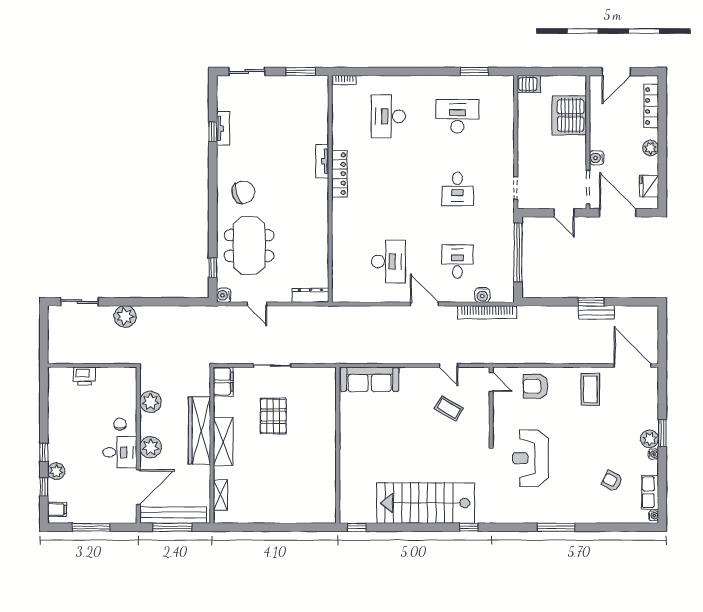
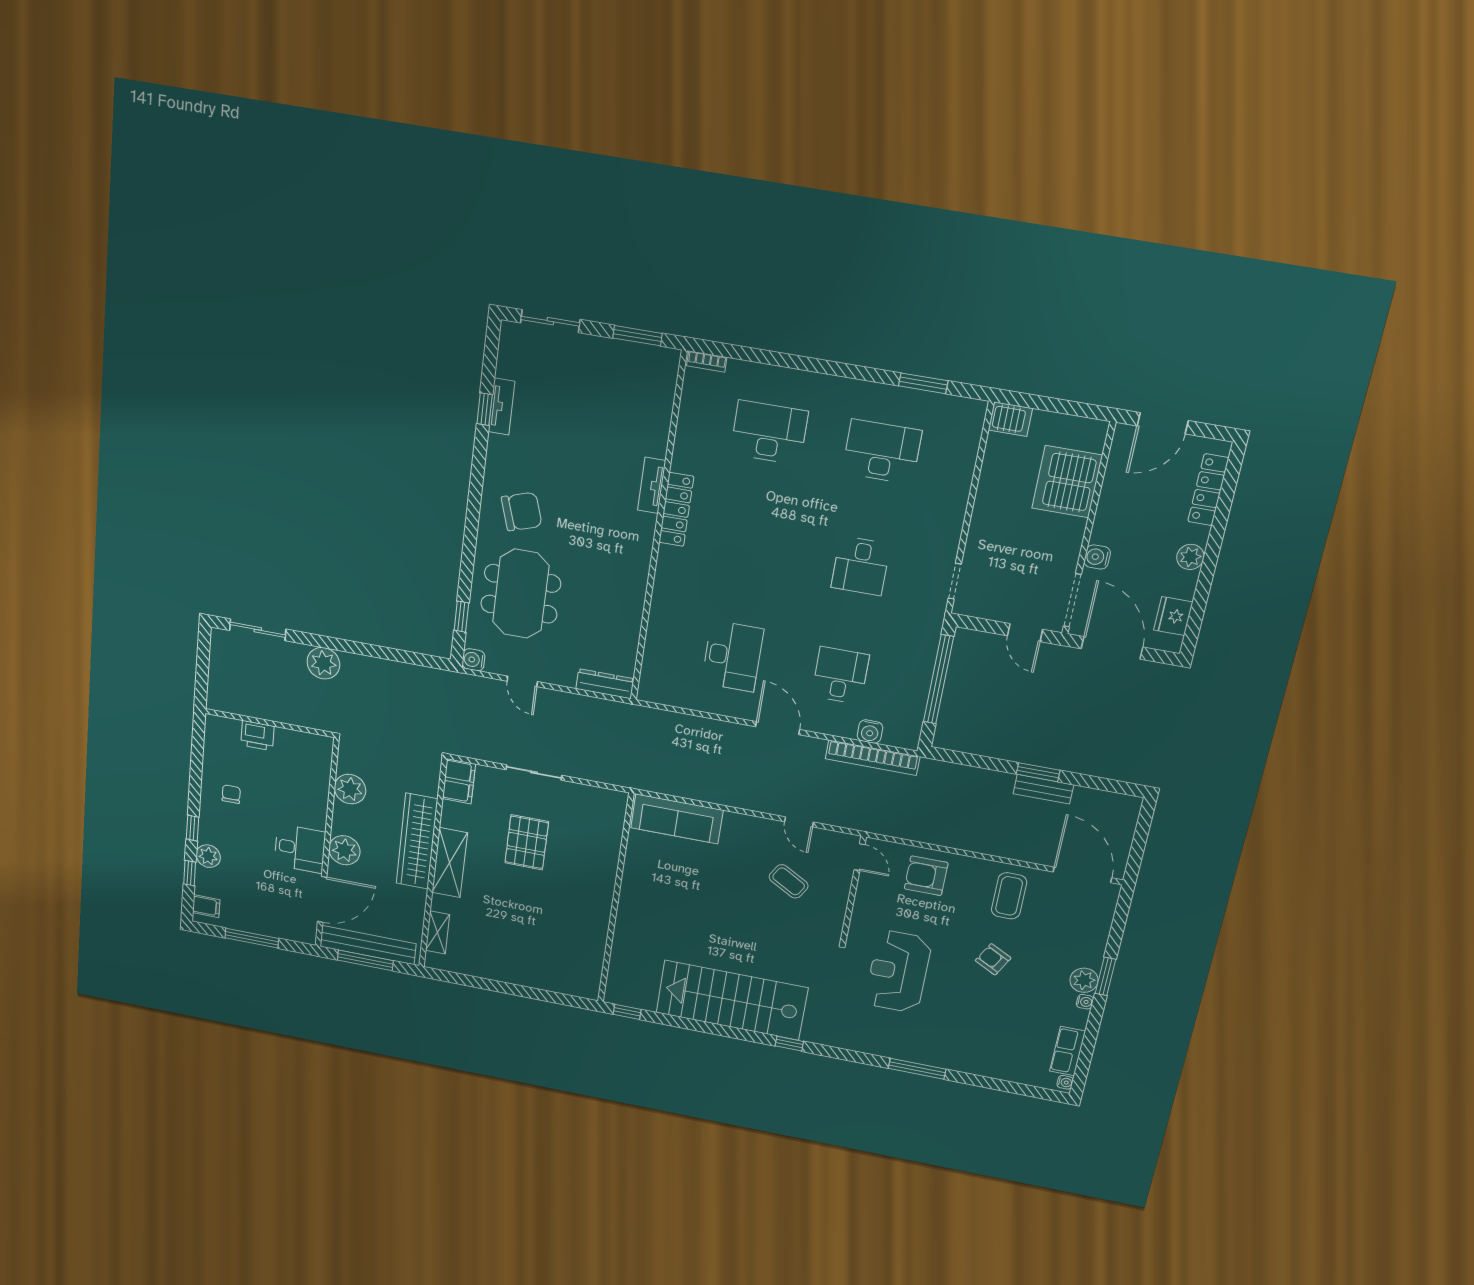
desk: (388, 116) -> (769, 432), turned 90
chair: (120, 424) -> (231, 794), moved
armchair: (612, 481) -> (993, 959), moved

